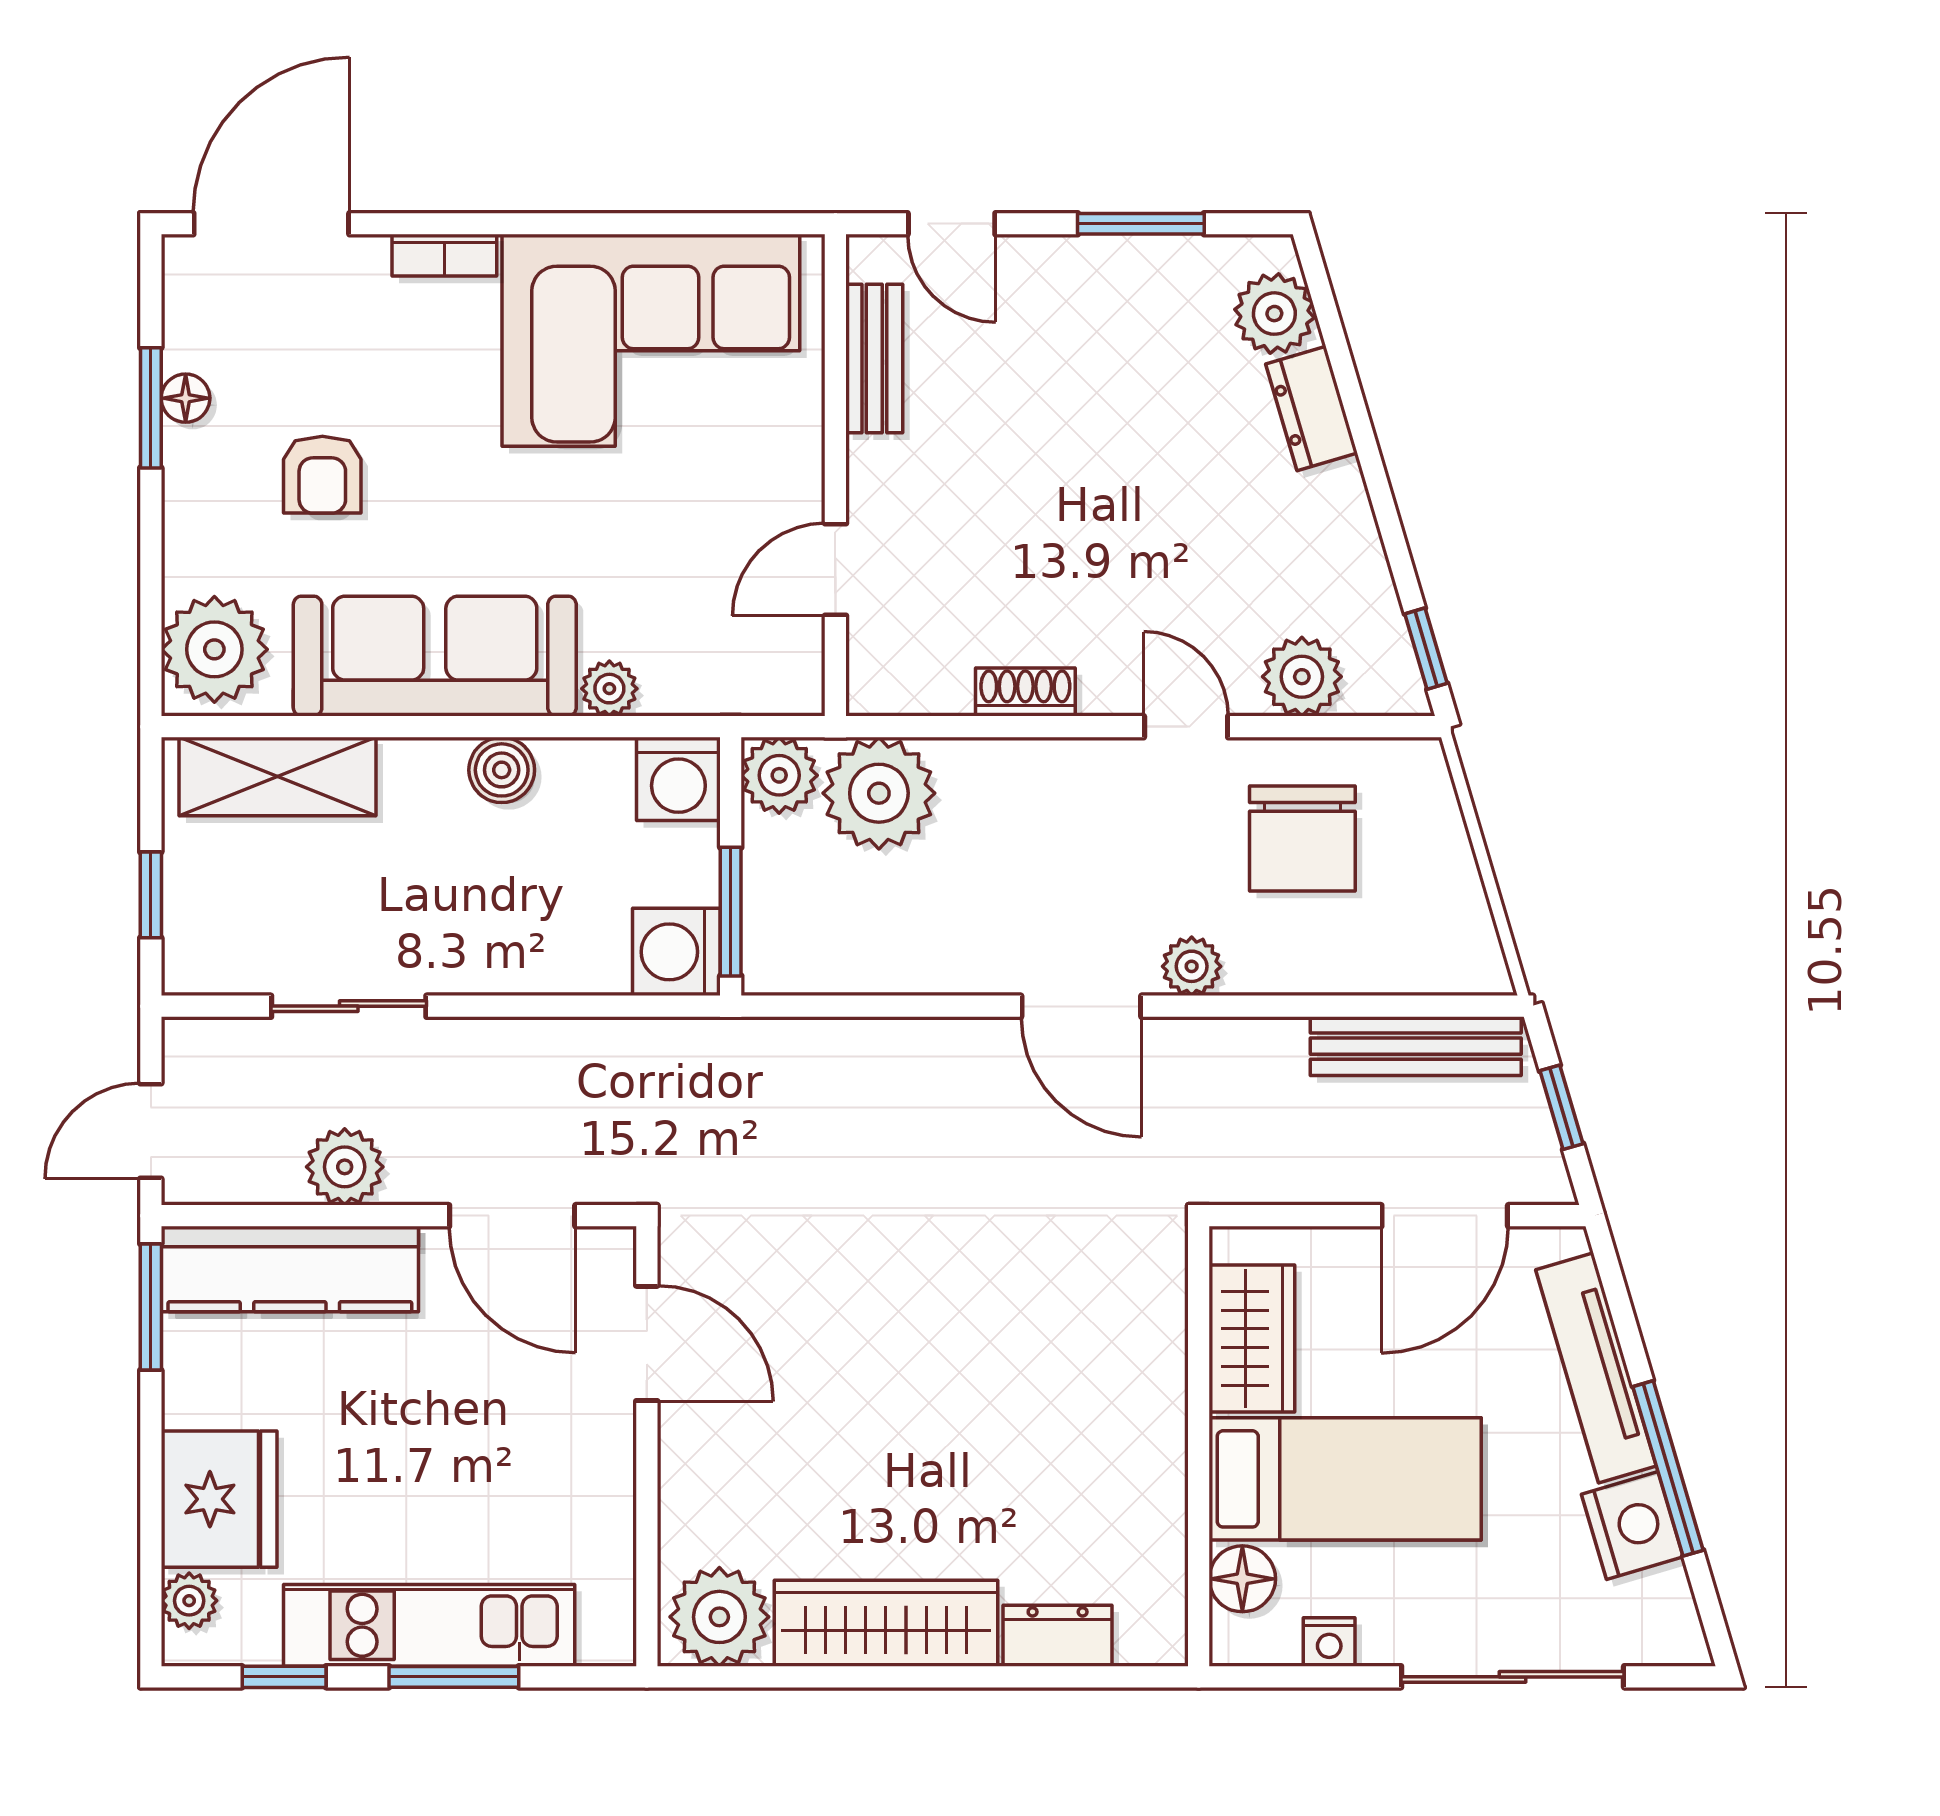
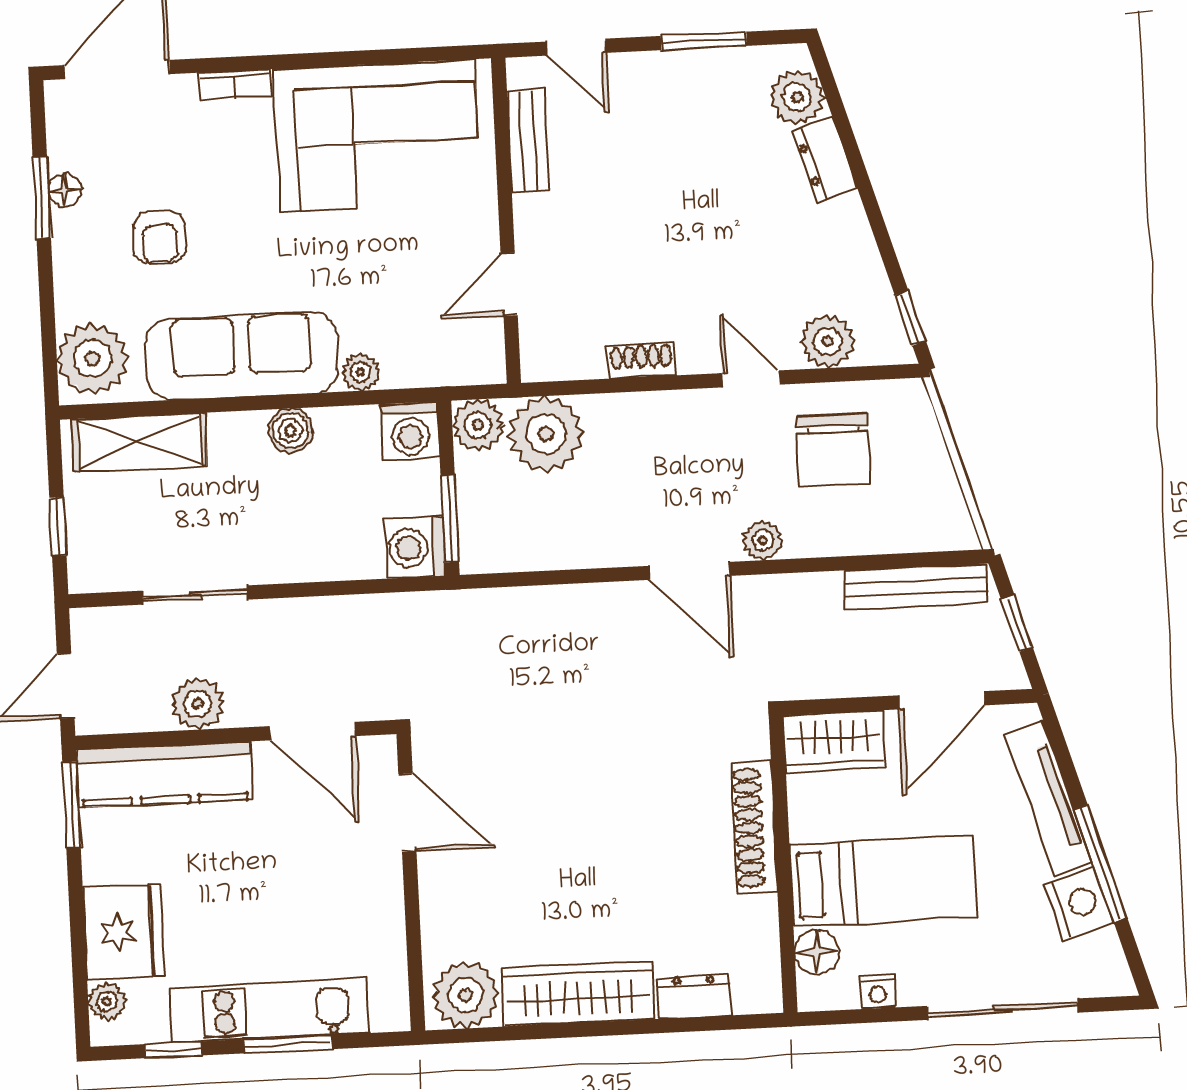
wardrobe: (1252, 1338) -> (834, 742), moved, turned 90
shoe rack: (1158, 1390) -> (754, 828), added

